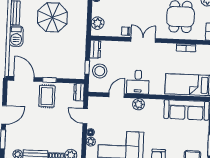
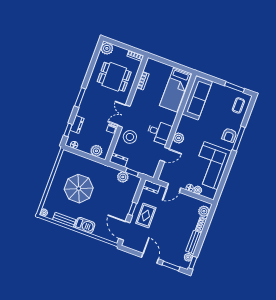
plant: (79, 59) -> (123, 177), added
stool: (100, 71) -> (130, 137), moved
door: (24, 79) -> (124, 231), hinge flipped
door: (117, 95) -> (165, 154), swing flipped
rug: (47, 96) -> (146, 215), turned 90

